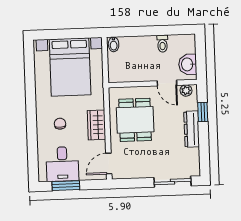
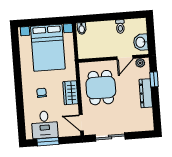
door: (167, 83) -> (125, 58), hinge flipped
door: (109, 164) -> (81, 123), hinge flipped
sliding door: (172, 182) -> (110, 137), moved

